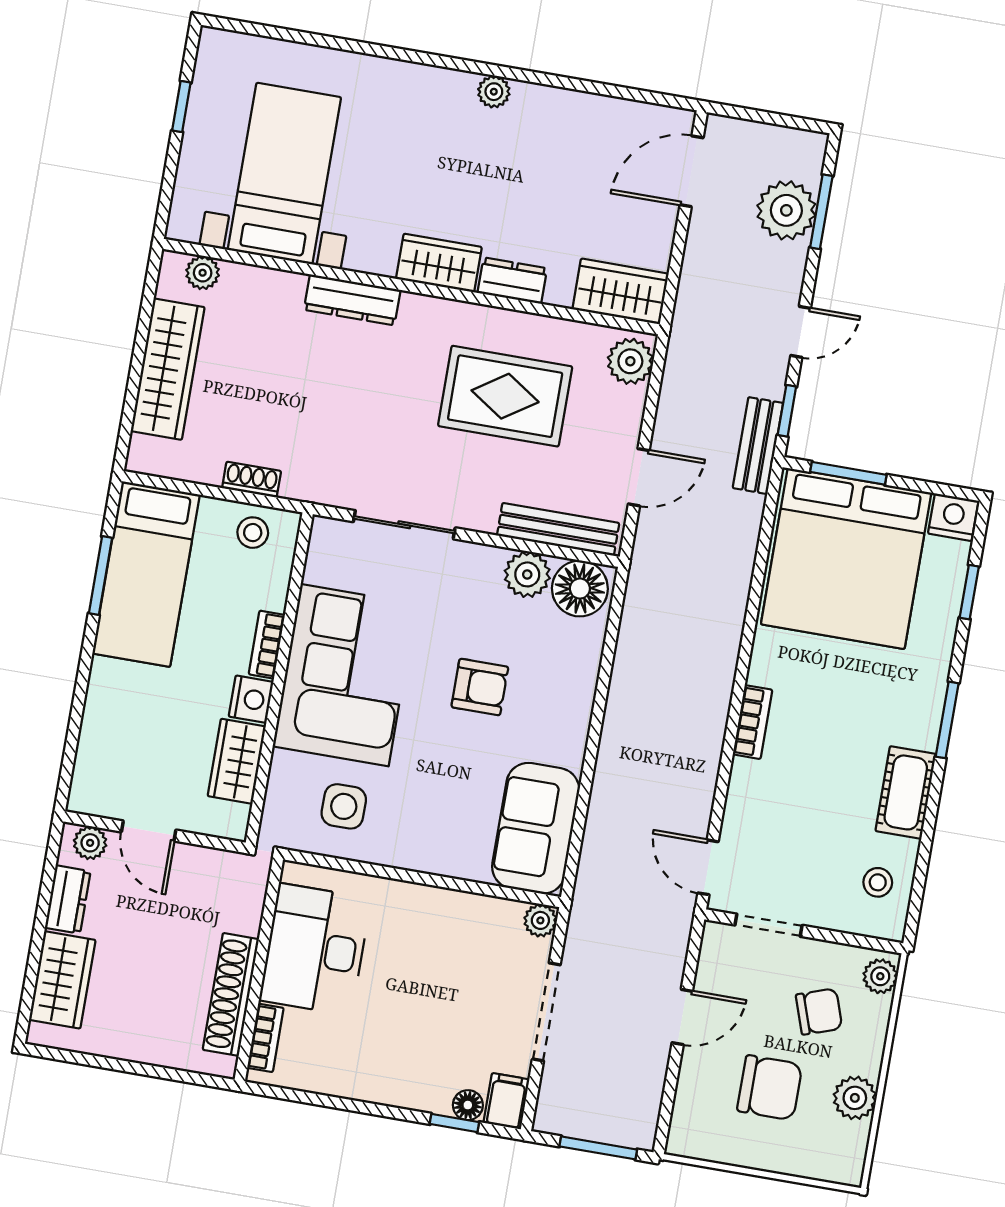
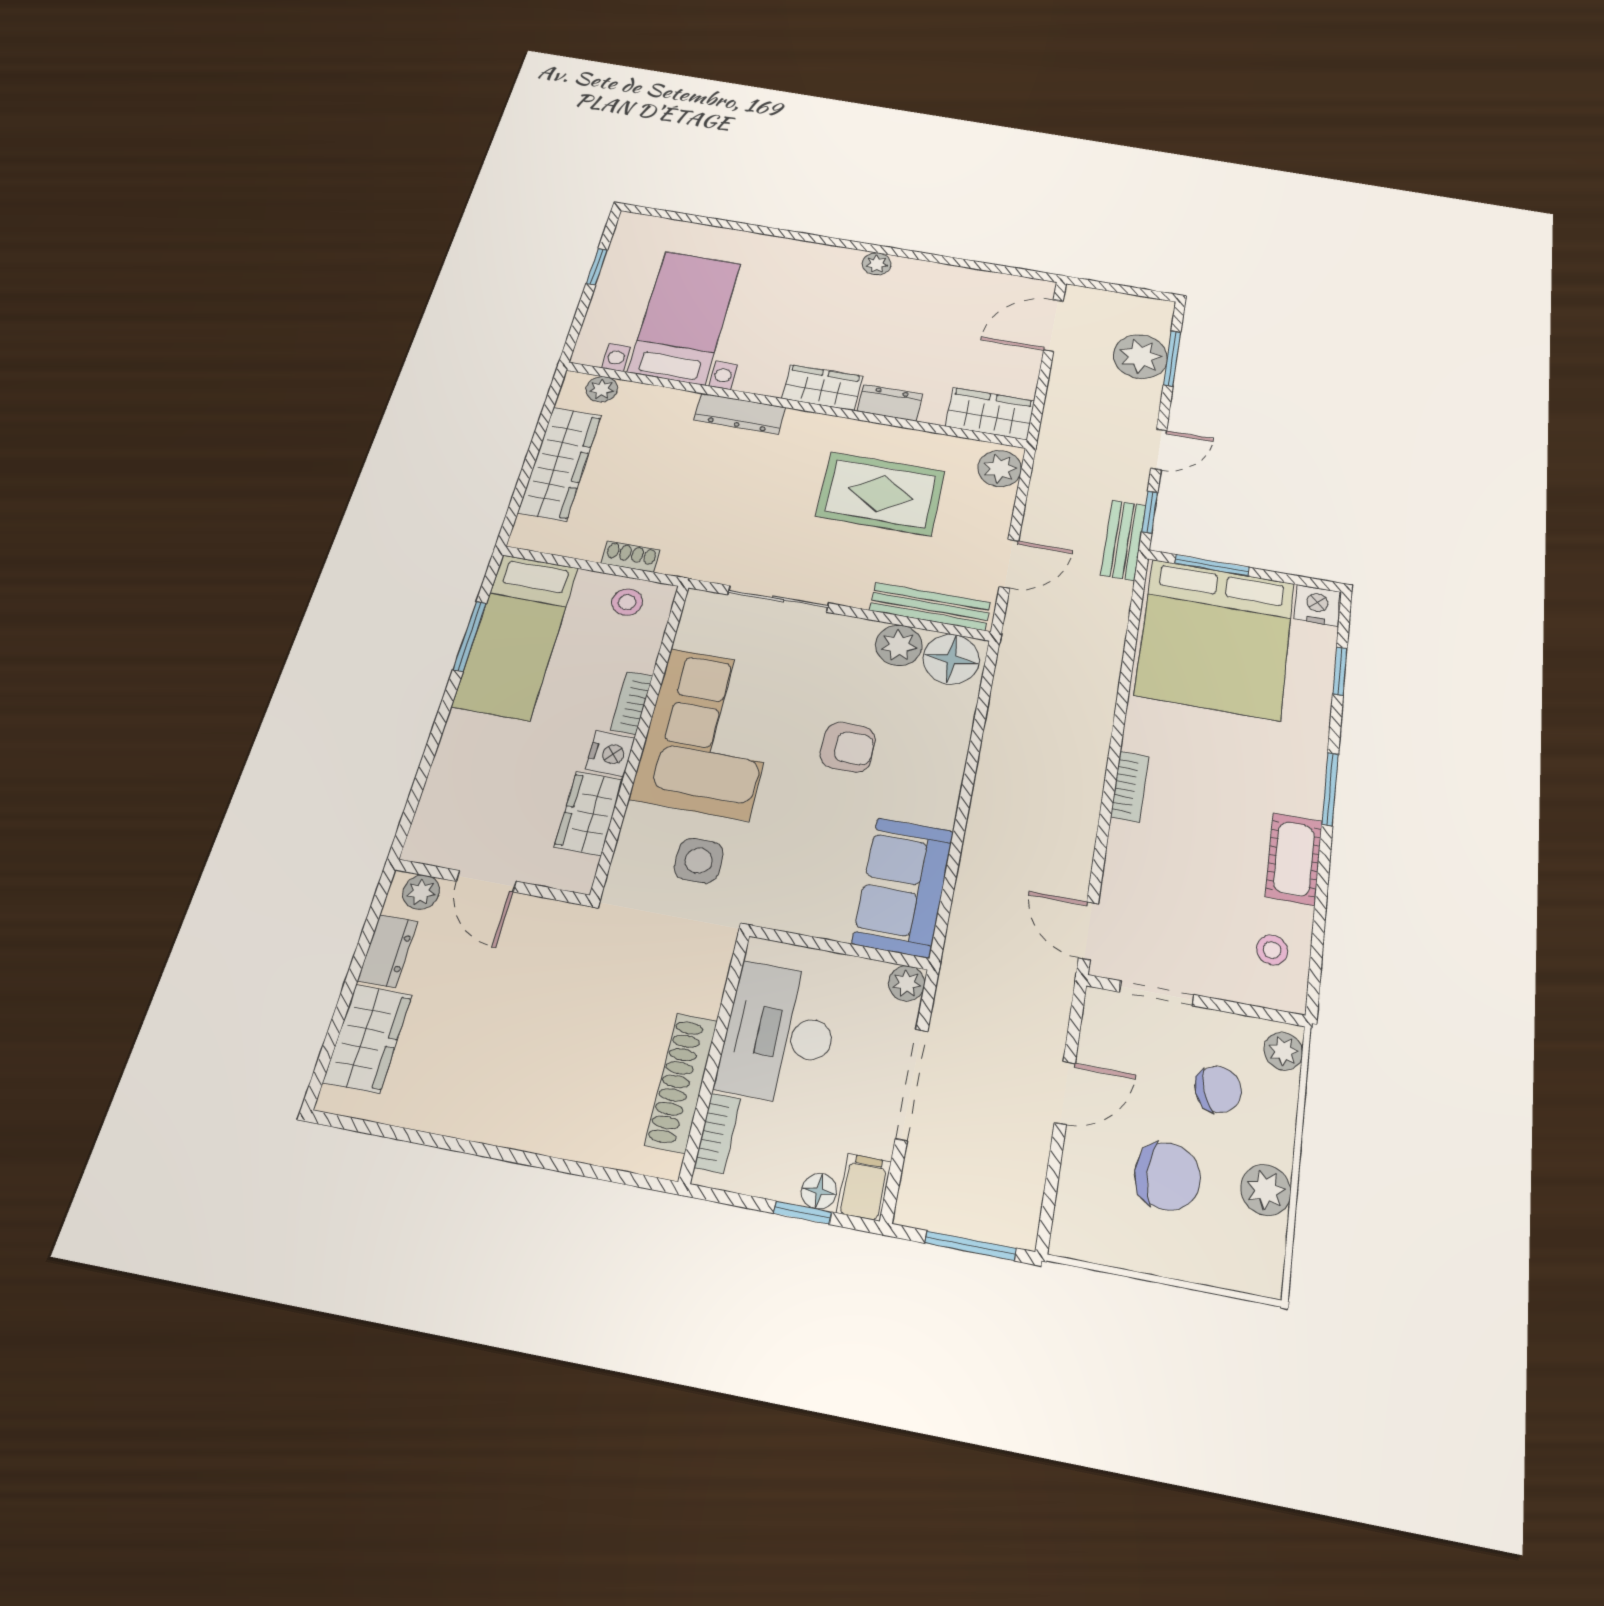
desk: (315, 949) -> (779, 1034), moved
wall: (259, 970) -> (715, 1055), moved
shoe rack: (231, 994) -> (681, 1082), moved
bookcase: (265, 1038) -> (717, 1133), moved

